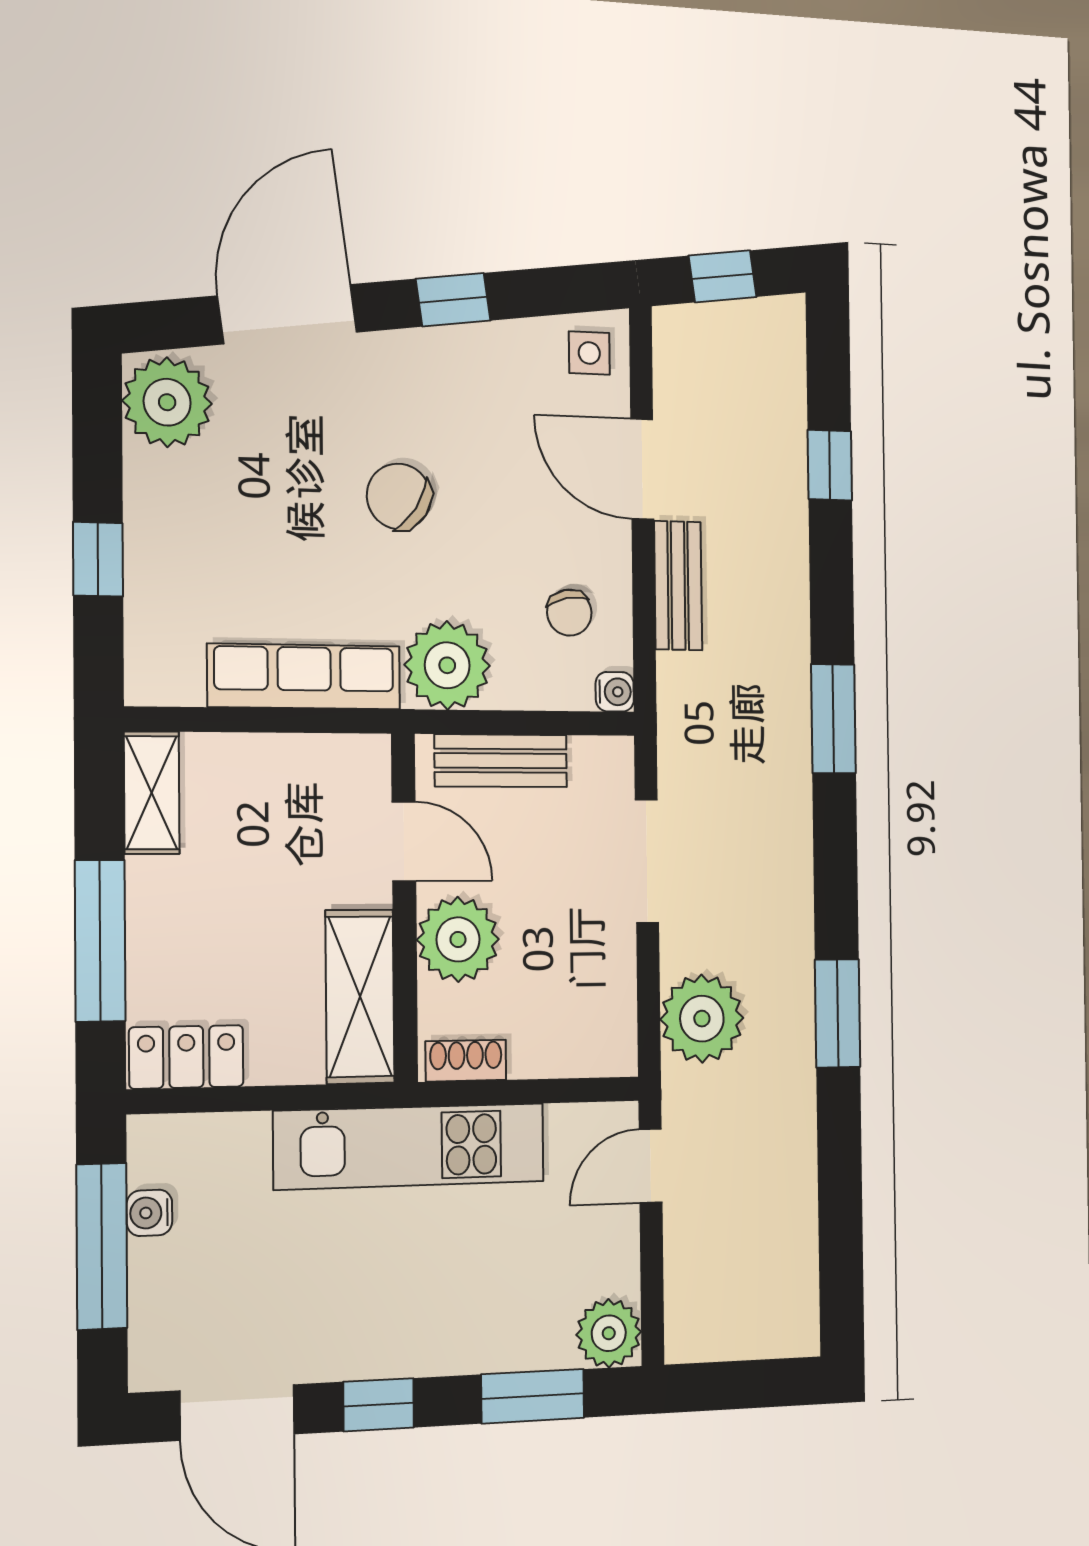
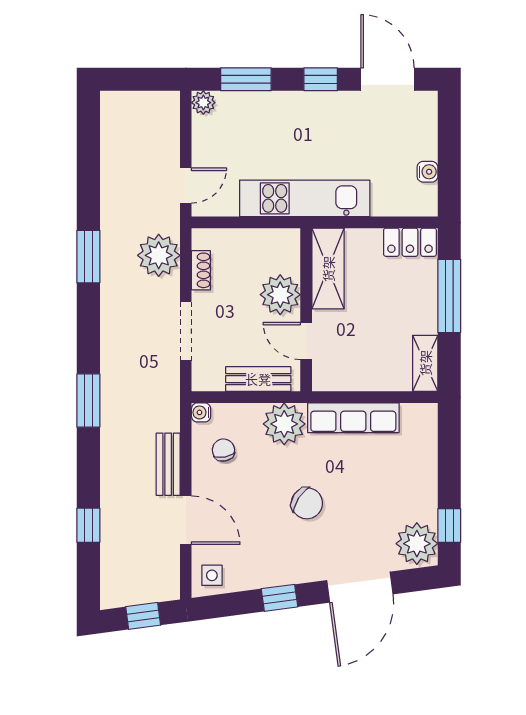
window: (98, 559) -> (449, 526), moved
shoe rack: (466, 1061) -> (201, 270), moved, turned -90
window: (102, 1246) -> (449, 157), removed
plant: (609, 1333) -> (203, 103), width x0.73, depth x0.73

